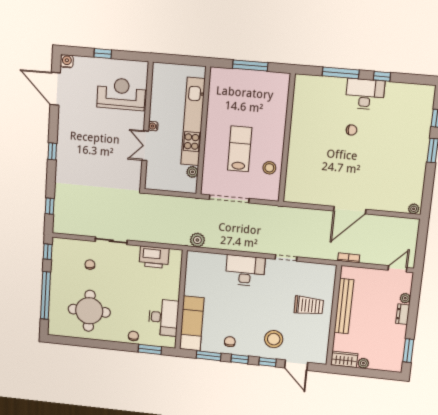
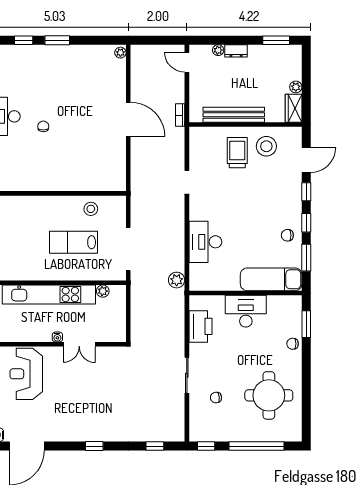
desk: (245, 271) -> (205, 242), moved
desk: (164, 317) -> (246, 311), moved
stool: (274, 339) -> (266, 146), moved

